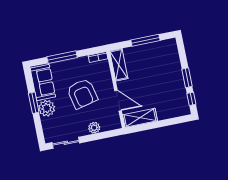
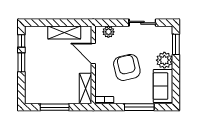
window: (34, 103) -> (176, 44), moved
shelving: (140, 118) -> (64, 32), moved
plant: (94, 128) -> (108, 32), moved
sliding door: (66, 143) -> (142, 23), moved

